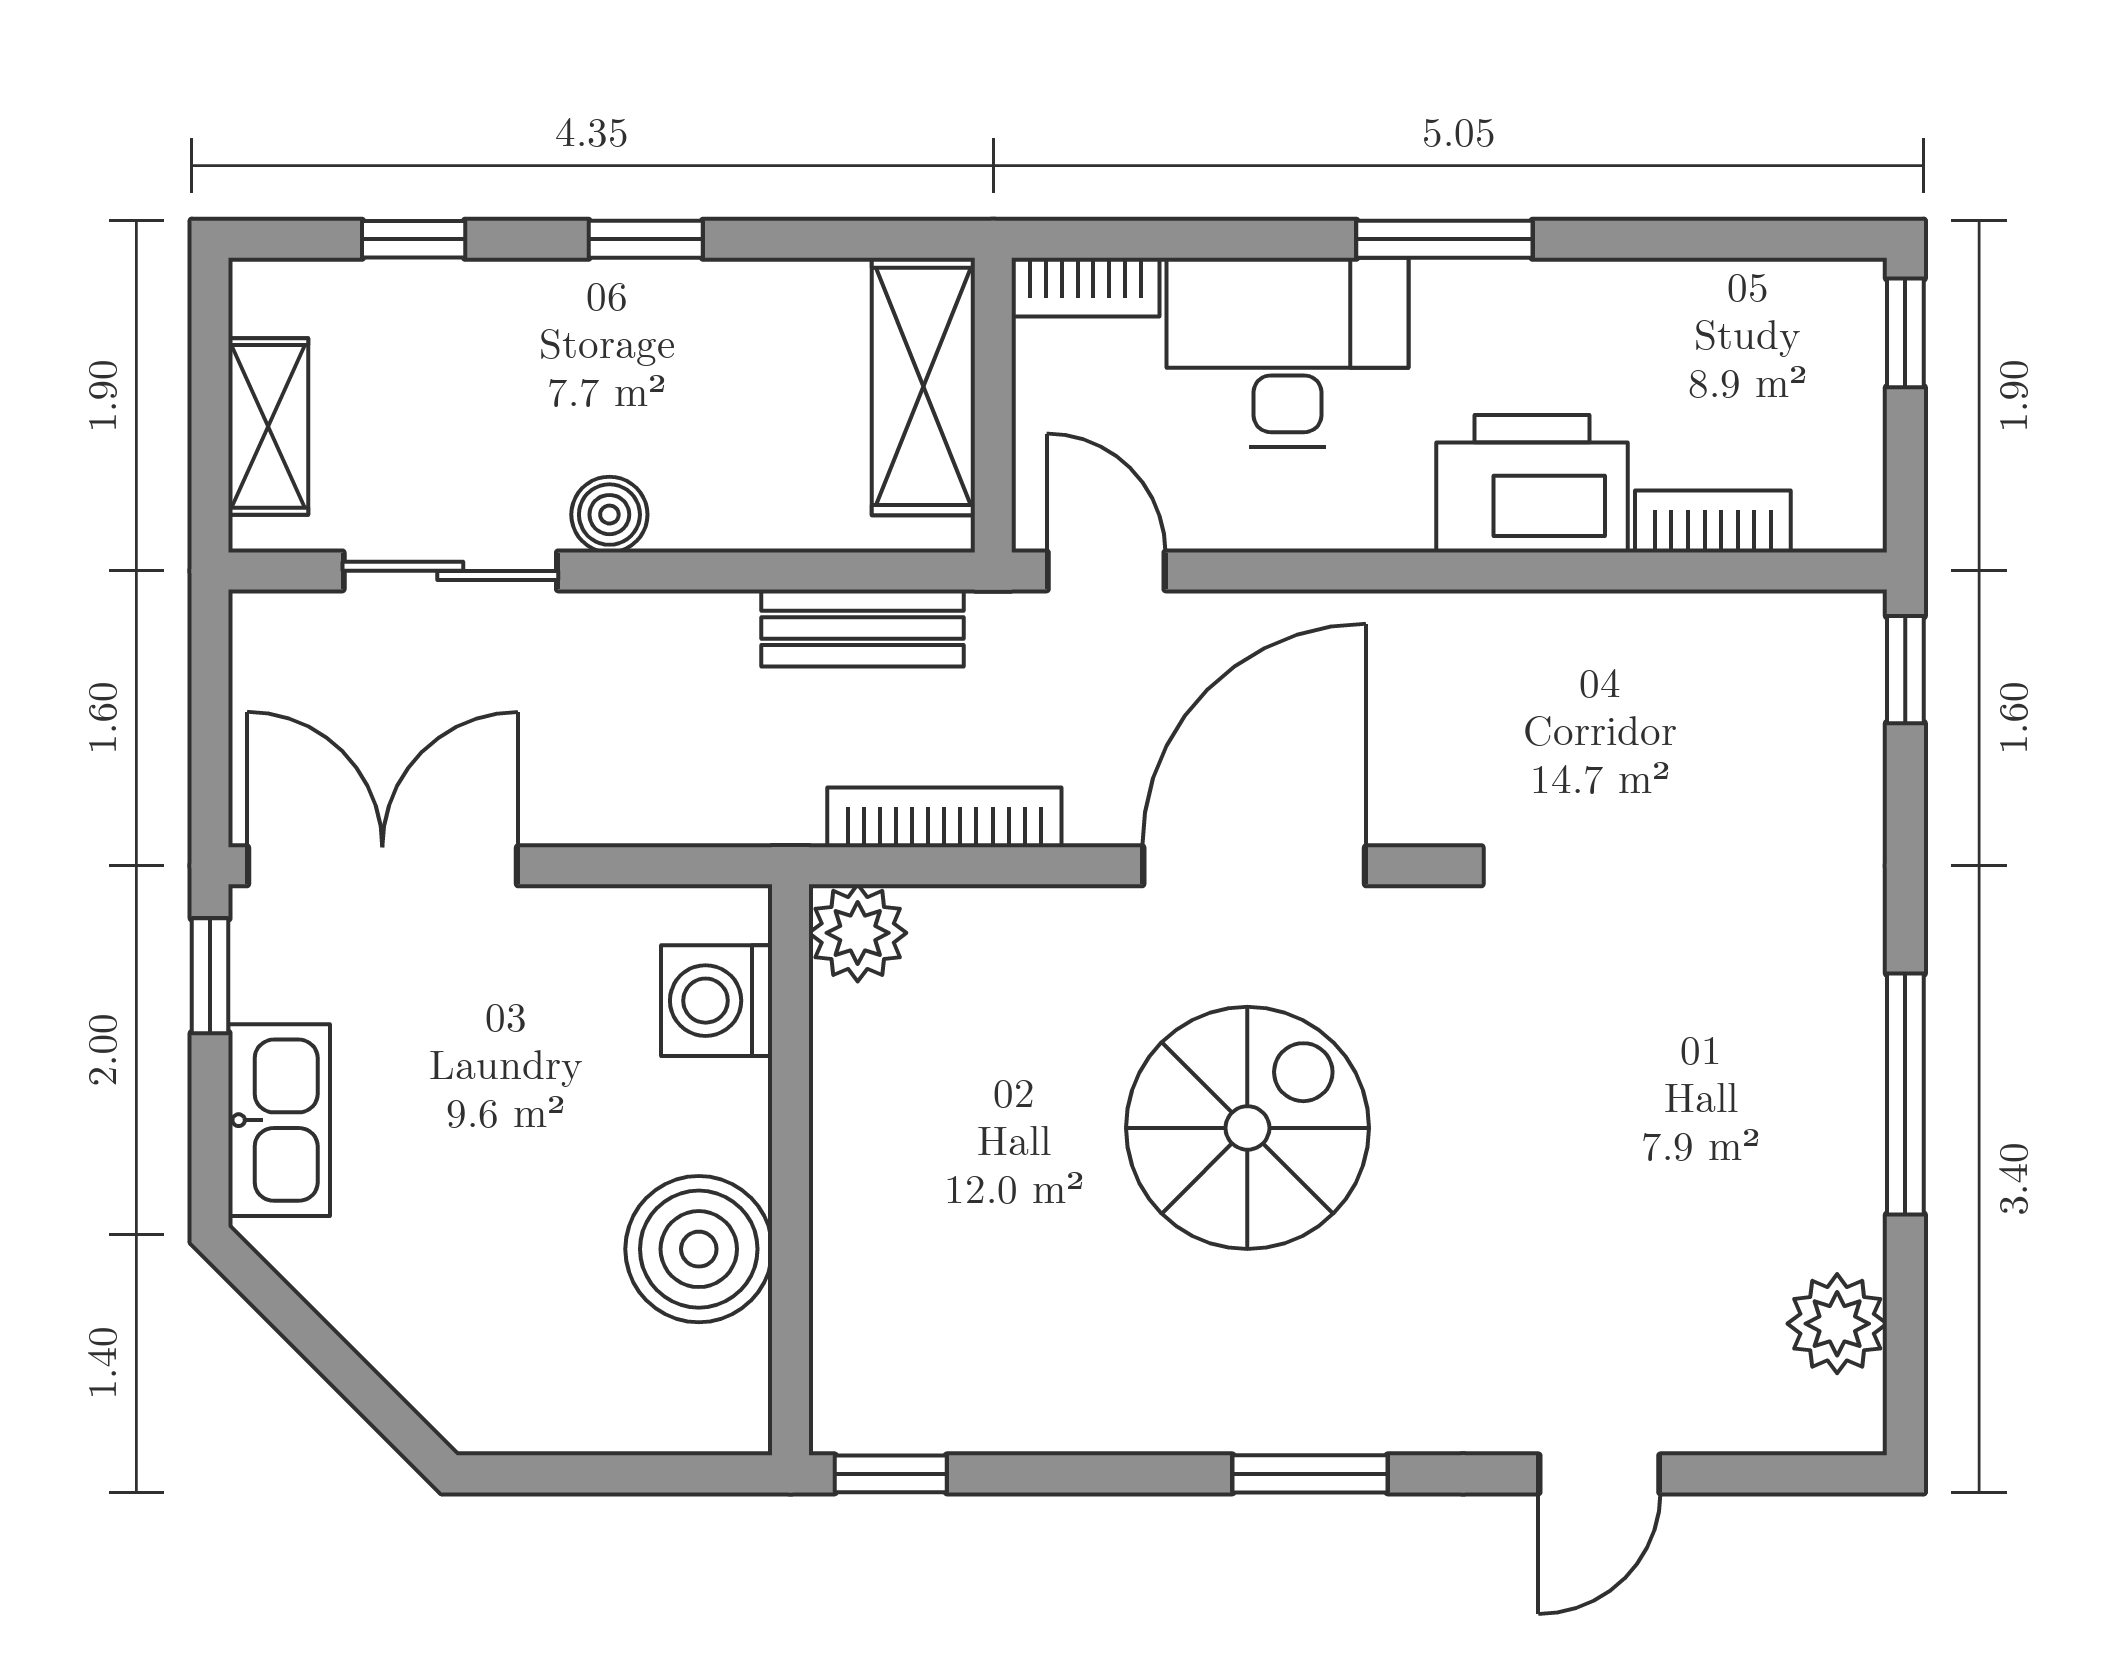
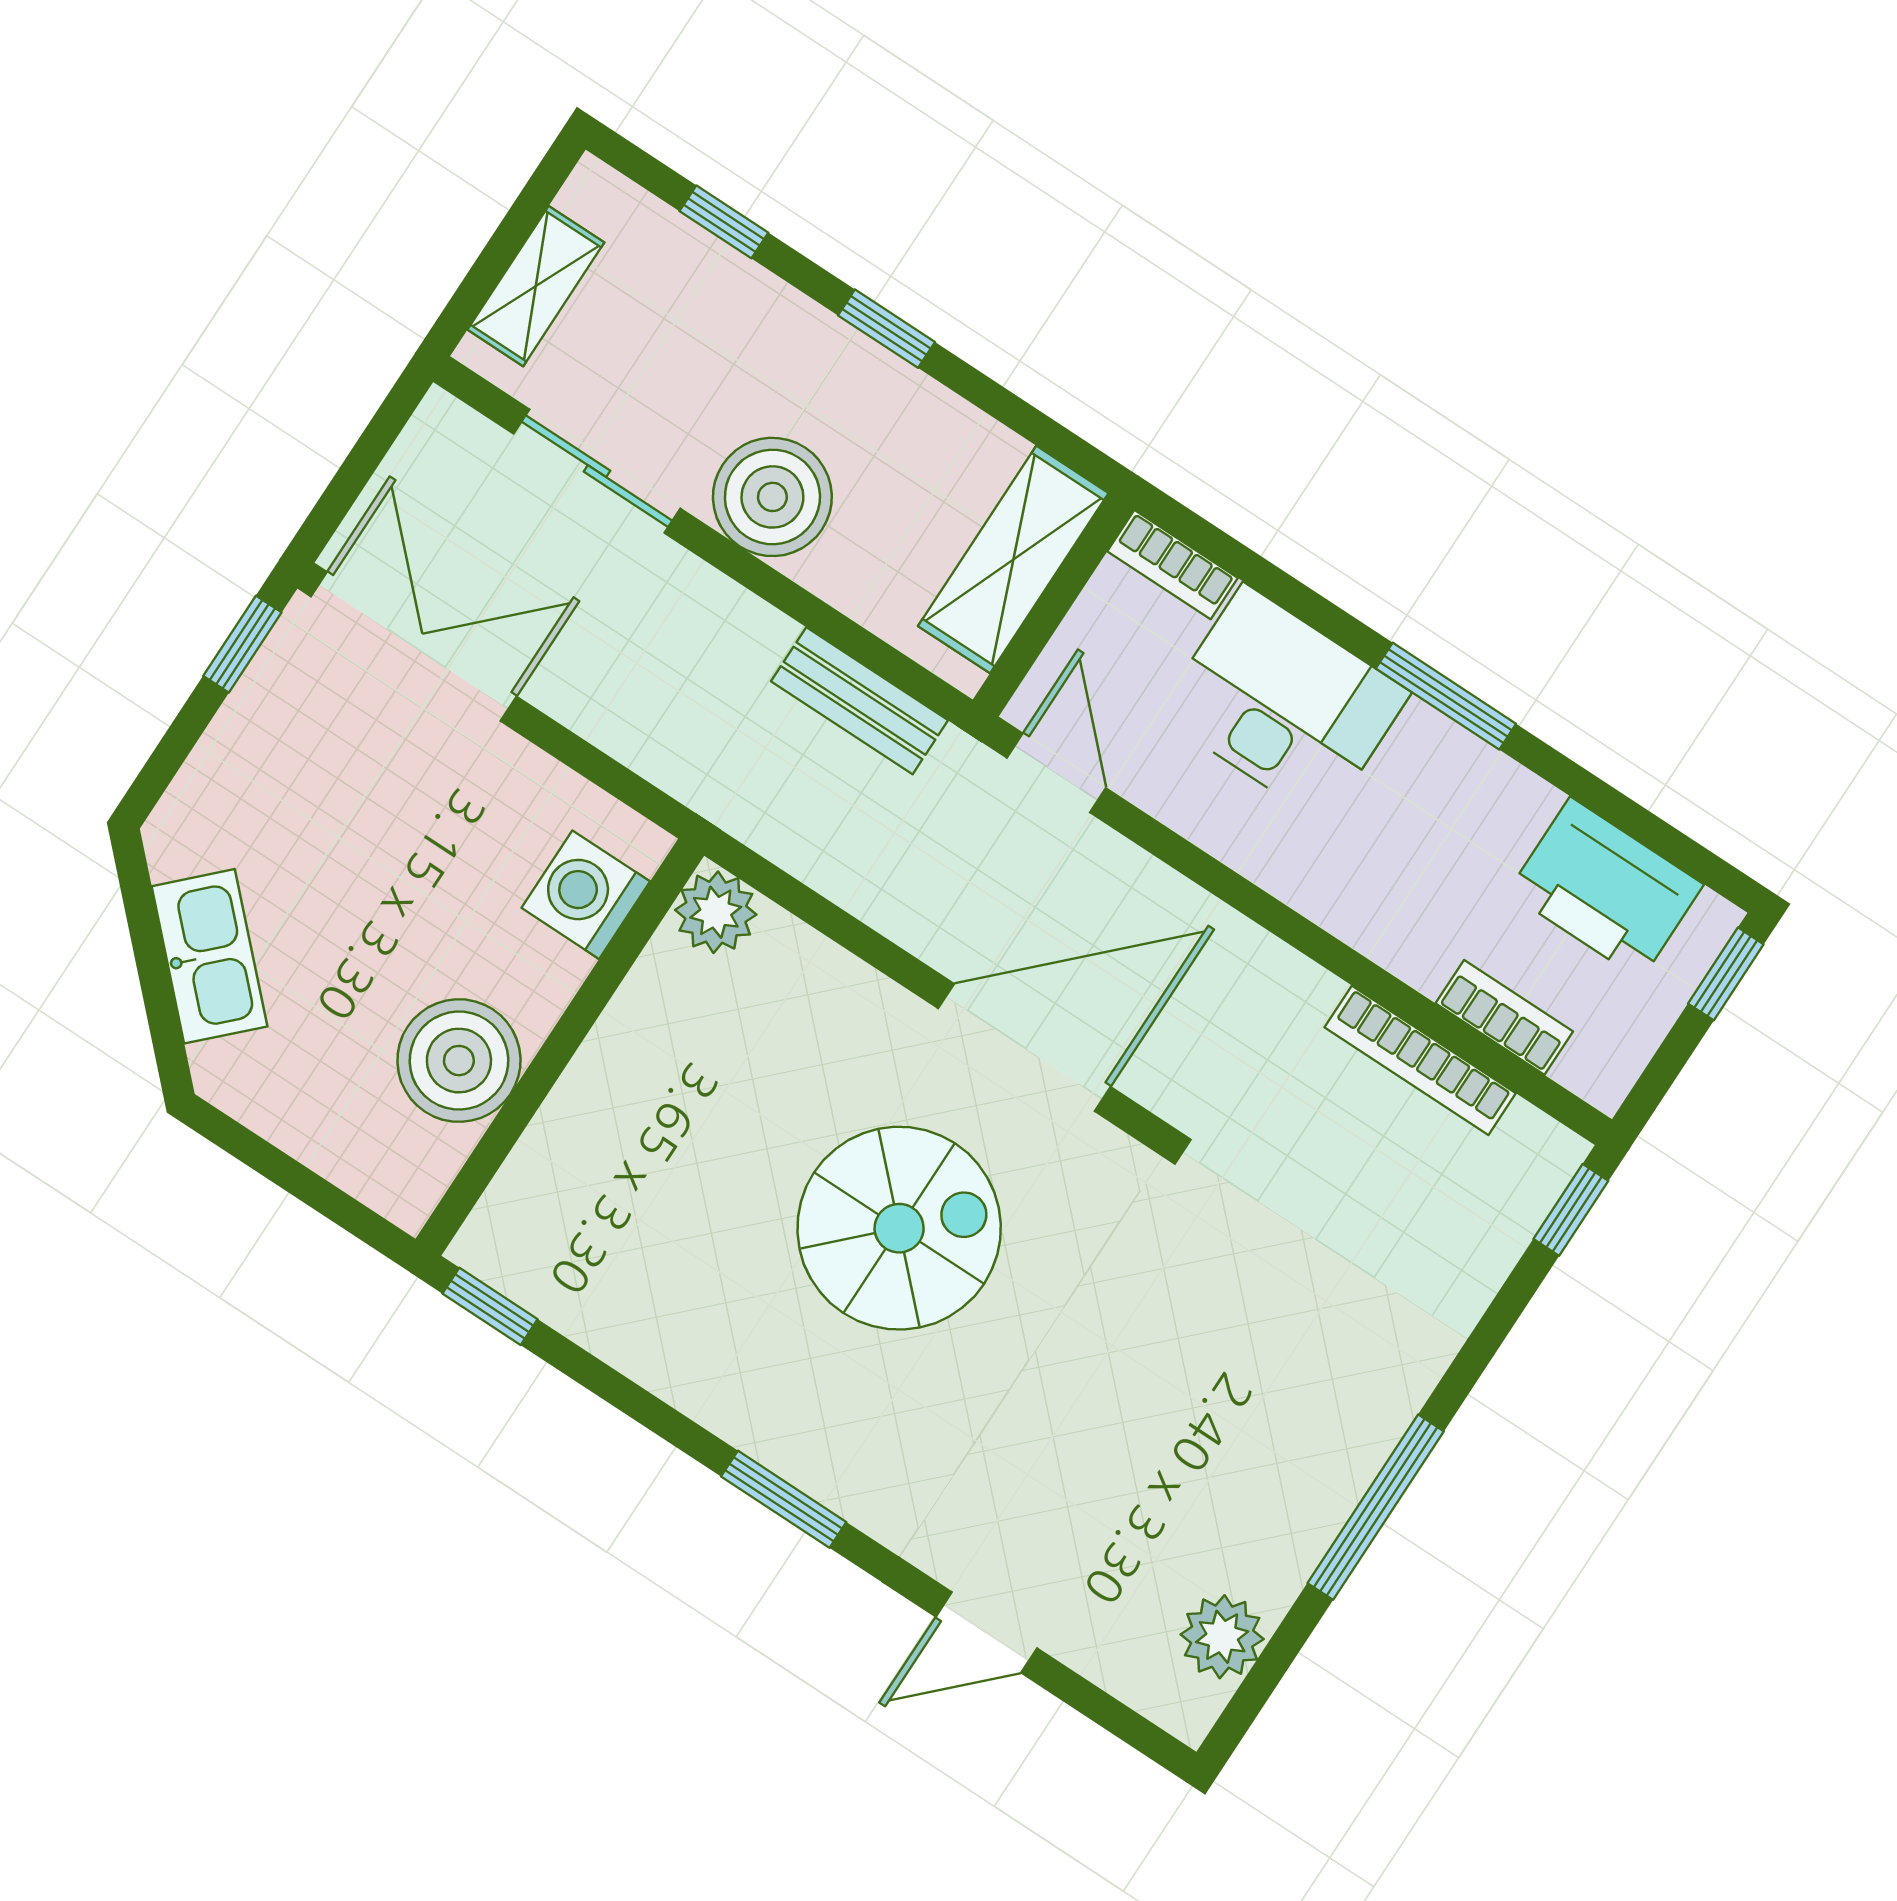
printer: (1532, 484) -> (1606, 888), moved, turned 180
boiler: (609, 515) -> (772, 497), width x1.86, depth x1.86
bookcase: (944, 817) -> (1420, 1060), moved, turned 180
kitchen sink: (279, 1120) -> (209, 956), moved, turned -45

